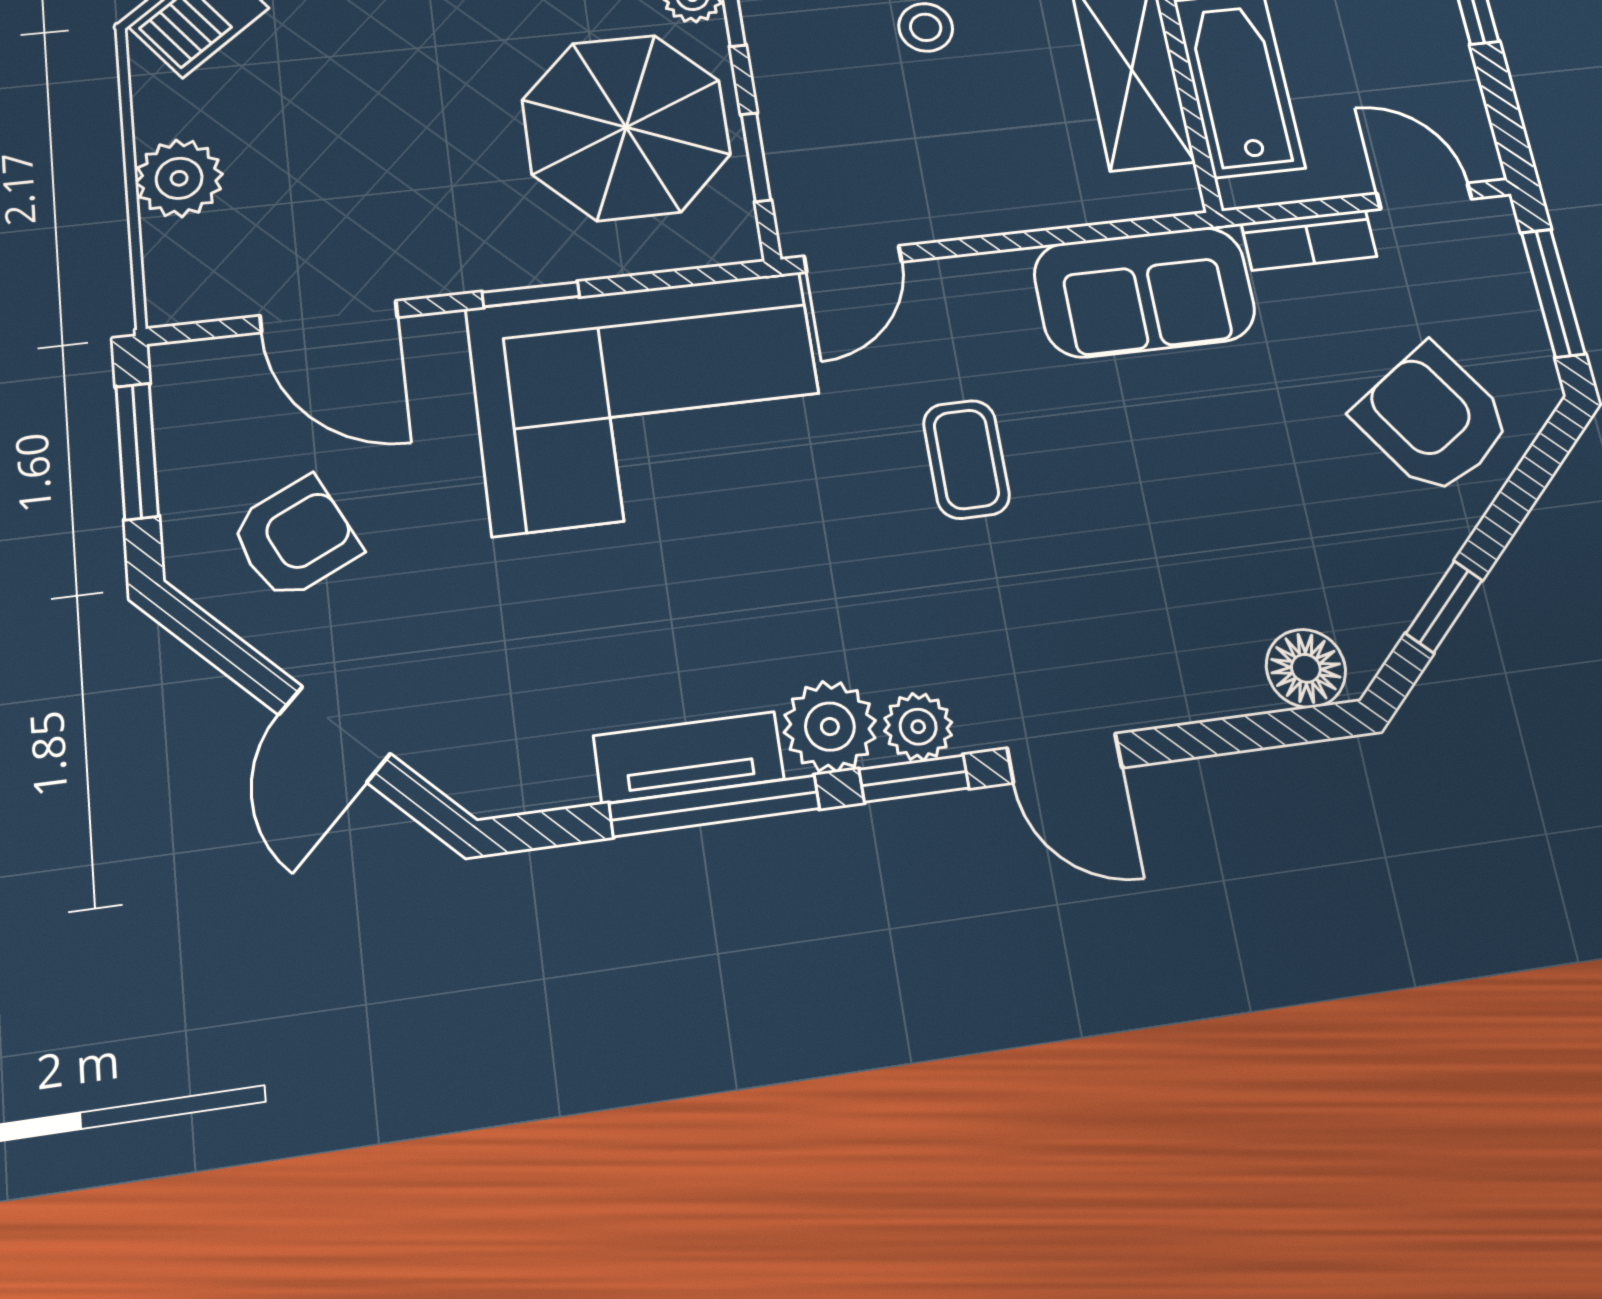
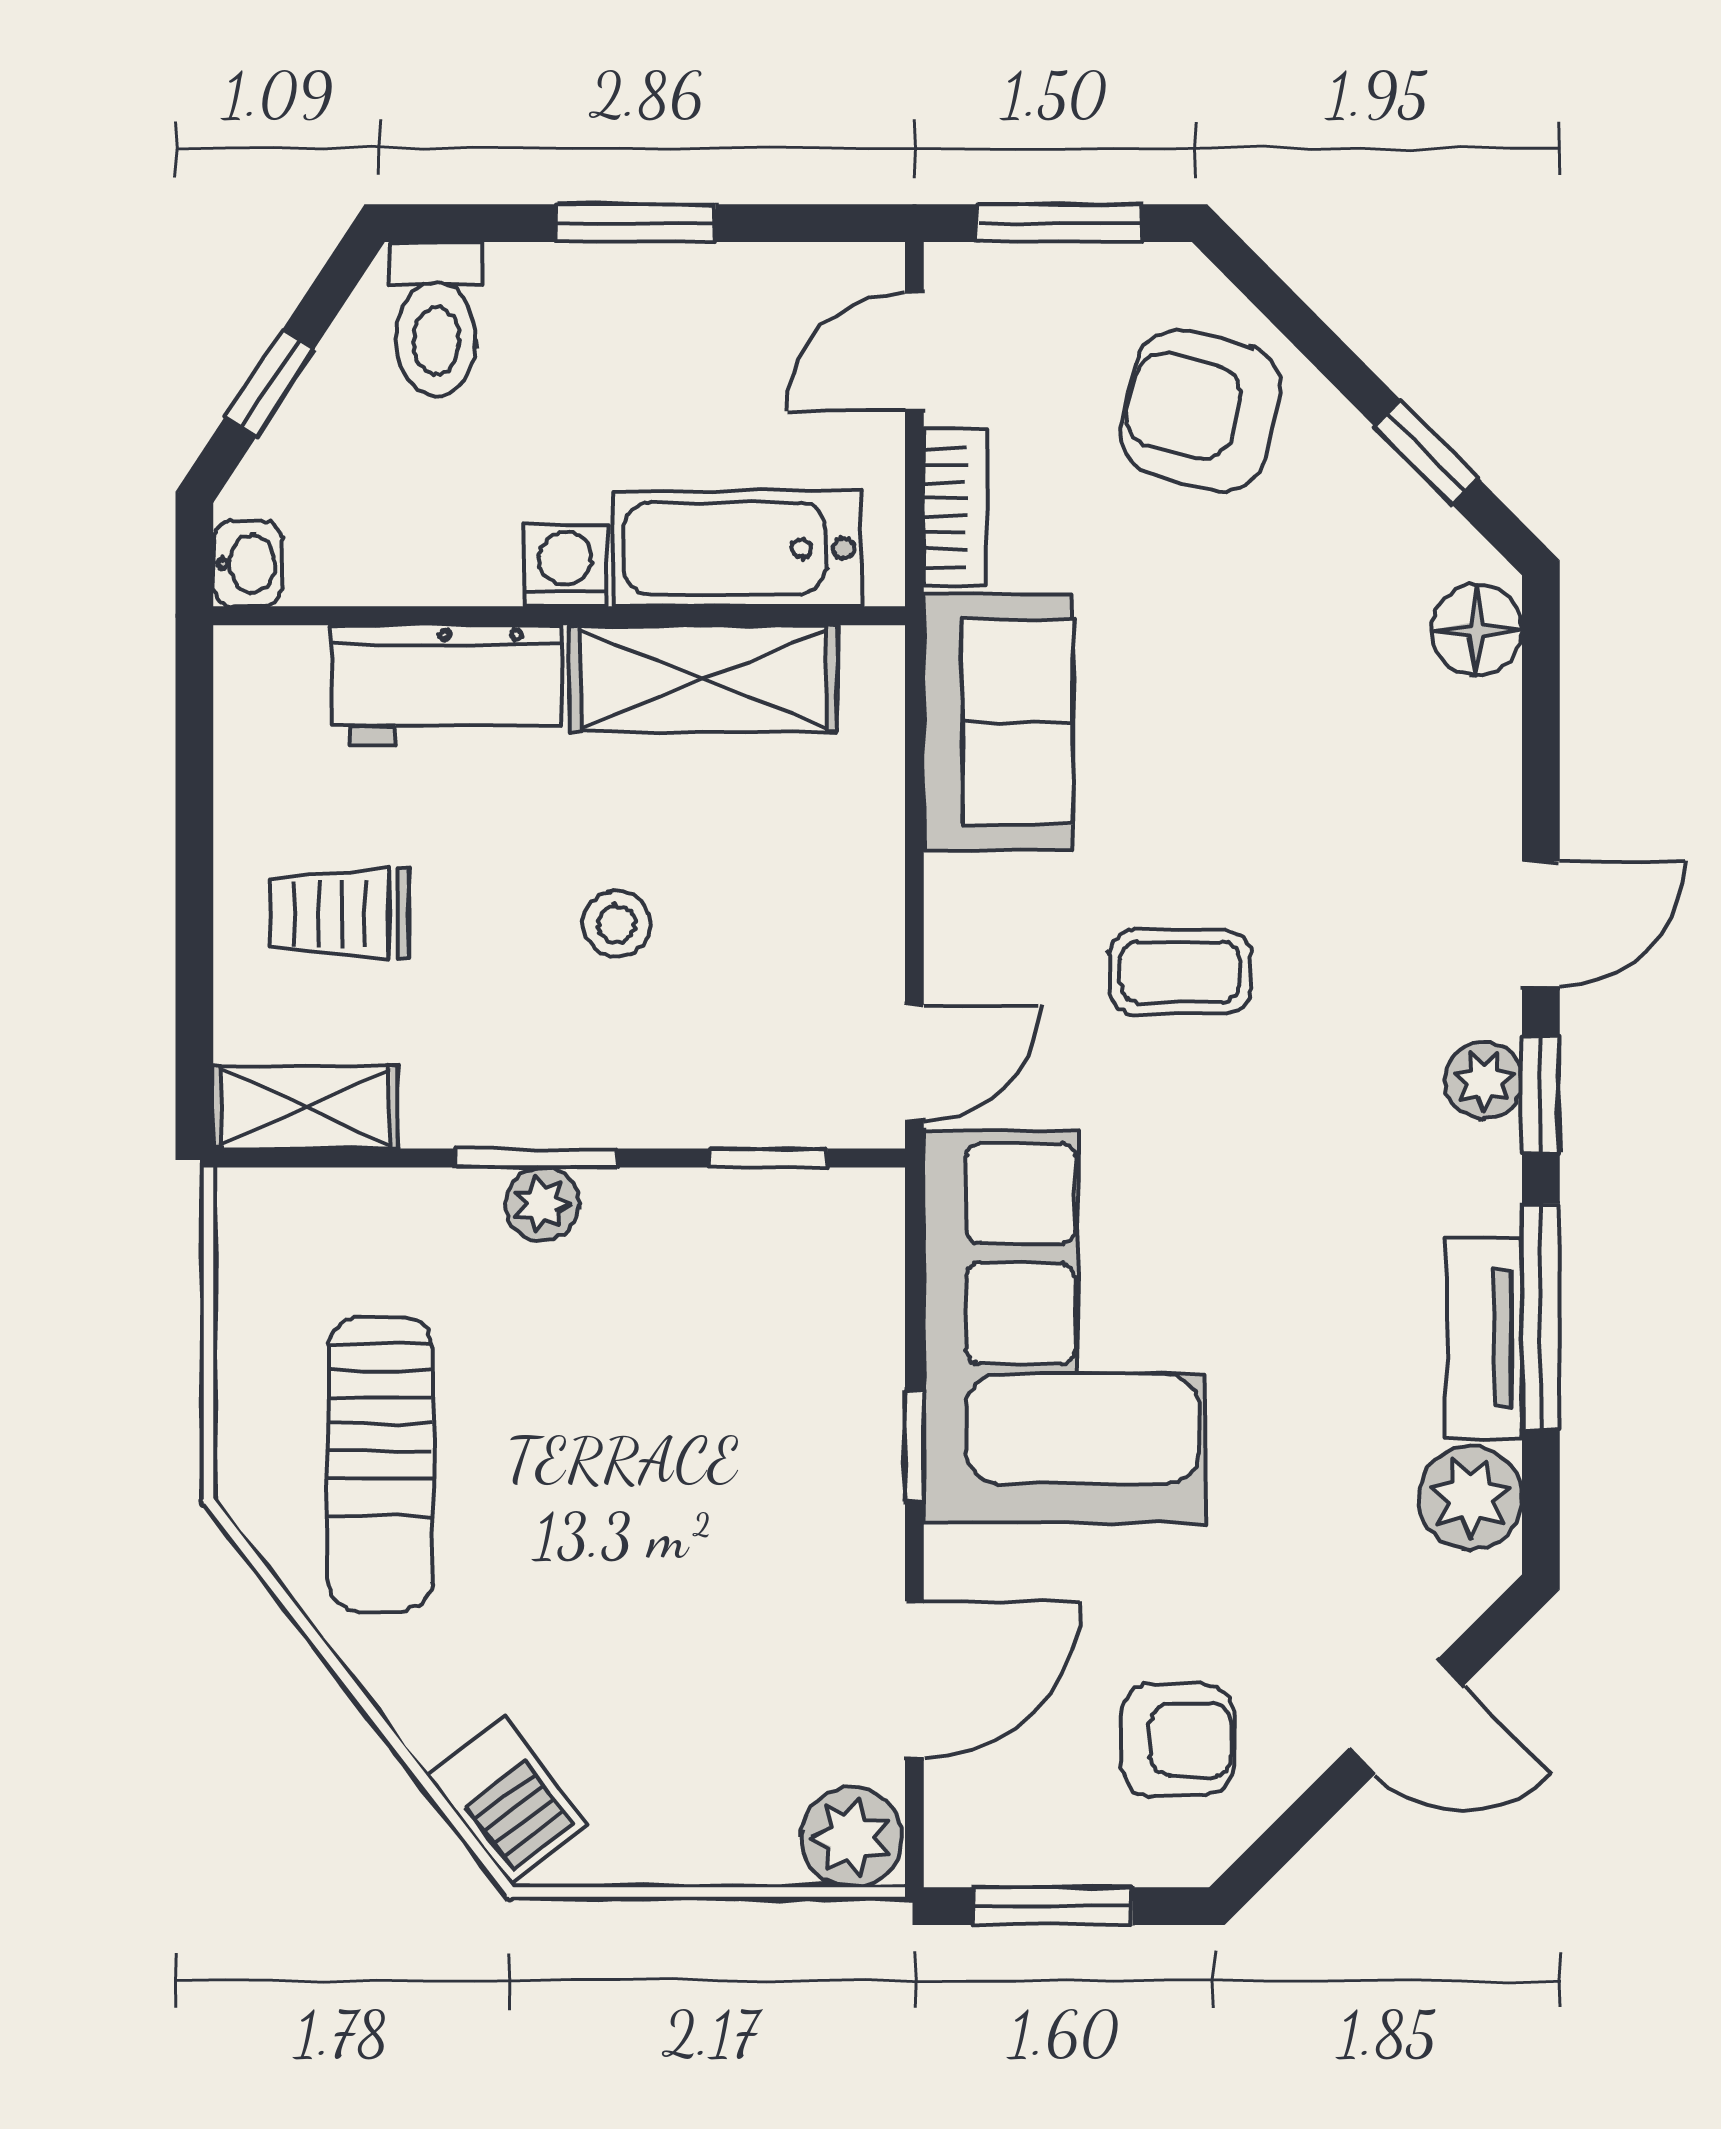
parasol: (626, 127) -> (711, 1308), removed
plant: (179, 178) -> (851, 1837), moved
door: (853, 259) -> (914, 1063), hinge flipped
armchair: (1433, 420) -> (1201, 410), turned 48
armchair: (295, 538) -> (1177, 1740), turned 116
plant: (830, 727) -> (1470, 1498), moved

